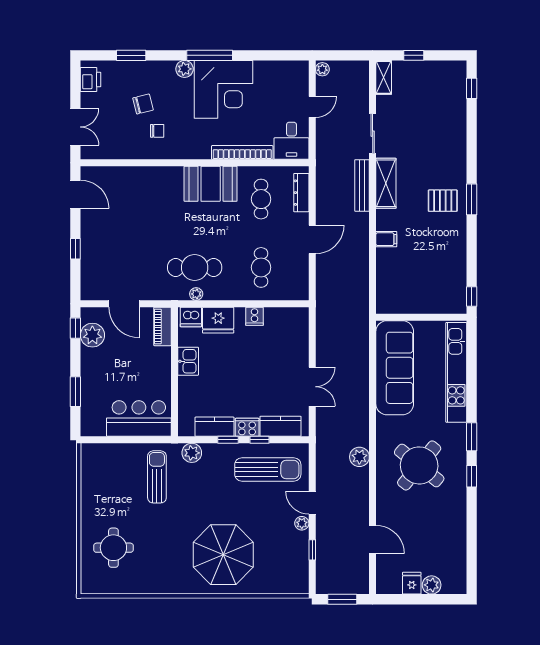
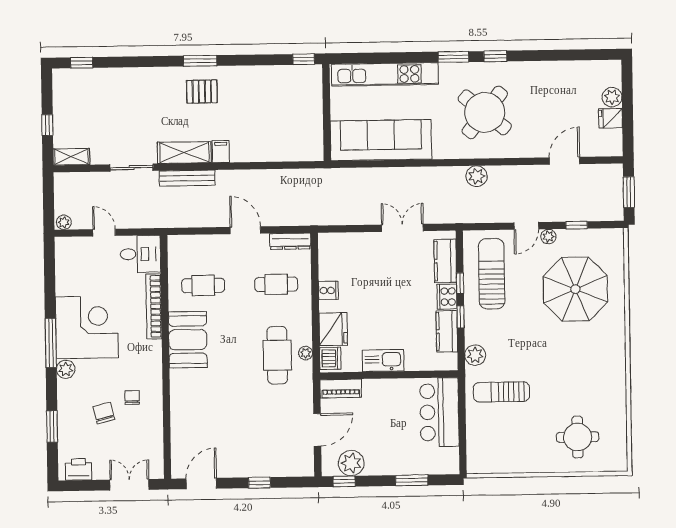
dresser: (301, 193) -> (290, 241), moved
pallet: (443, 201) -> (202, 92), turned 90
filing cabinet: (386, 239) -> (221, 152), moved
kitchen sink: (188, 361) -> (383, 361), width x1.38
parasol: (223, 555) -> (575, 289), moved

